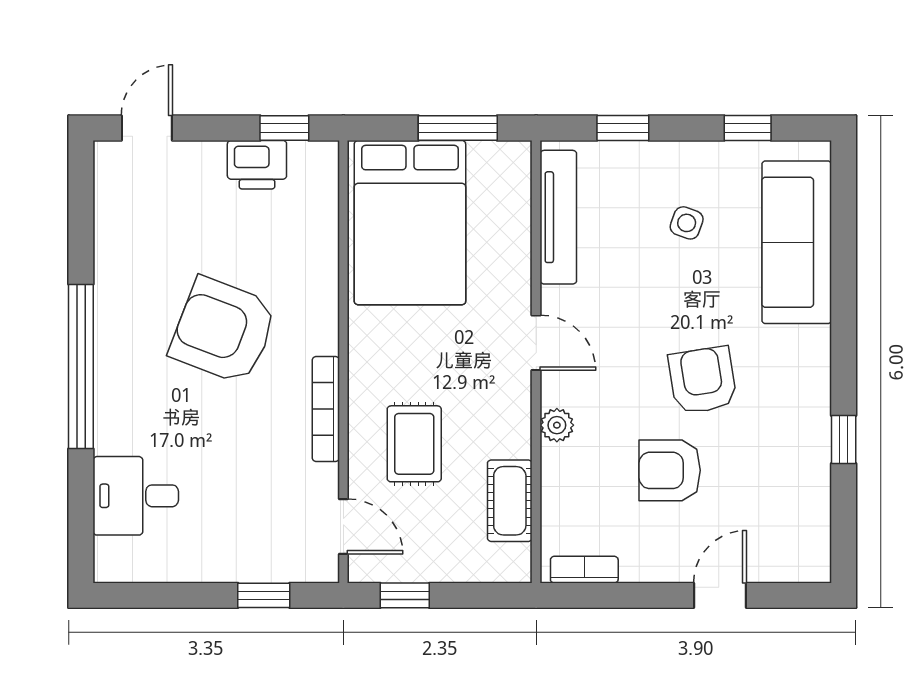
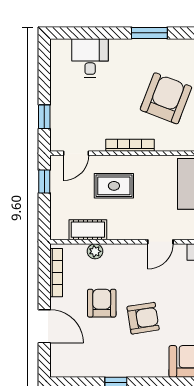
window: (81, 367) -> (149, 33), width x0.47
plant: (557, 425) -> (95, 251), moved
bookcase: (584, 570) -> (56, 273), width x1.56
door: (720, 595) -> (44, 326), width x1.38

